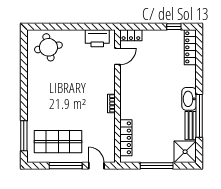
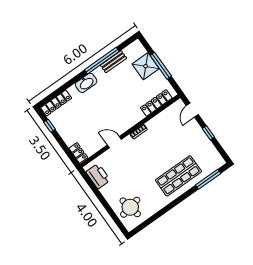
door: (117, 56) -> (114, 142), moved
washbasin: (189, 99) -> (86, 83), moved
shop shelf: (58, 142) -> (178, 176), moved, turned 90
shower: (185, 152) -> (146, 66), moved
window: (66, 166) -> (208, 133), width x0.46

